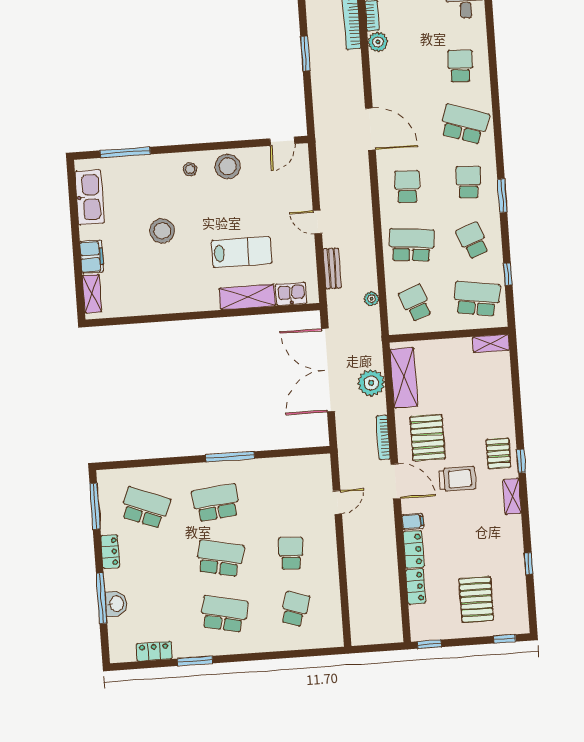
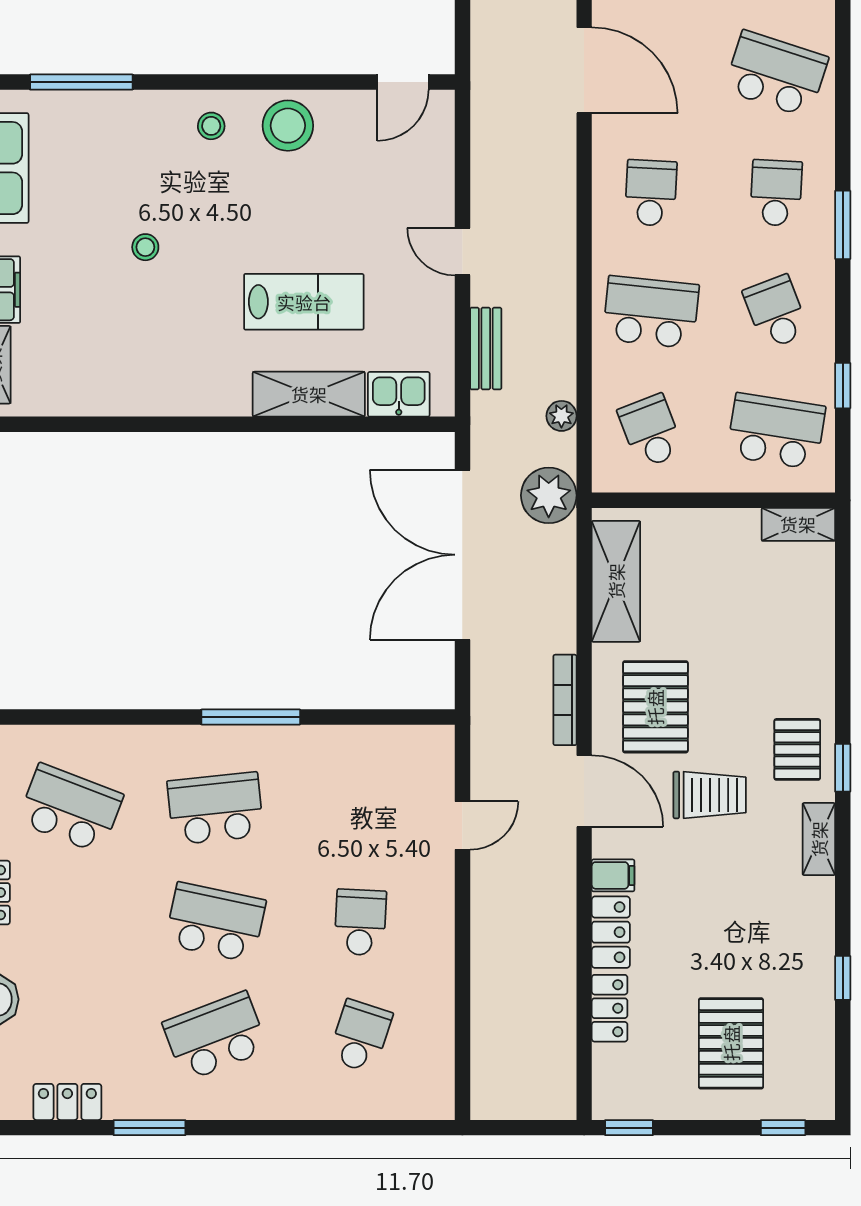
stool: (162, 231) -> (145, 247), width x0.53, depth x0.53
plant: (371, 383) -> (549, 495), moved
school desk: (224, 614) -> (215, 1036), turned -33

